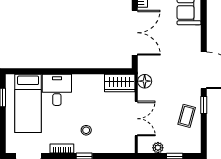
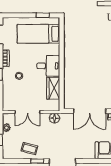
wardrobe: (120, 83) -> (53, 88), moved
desk: (57, 90) -> (48, 66), moved

